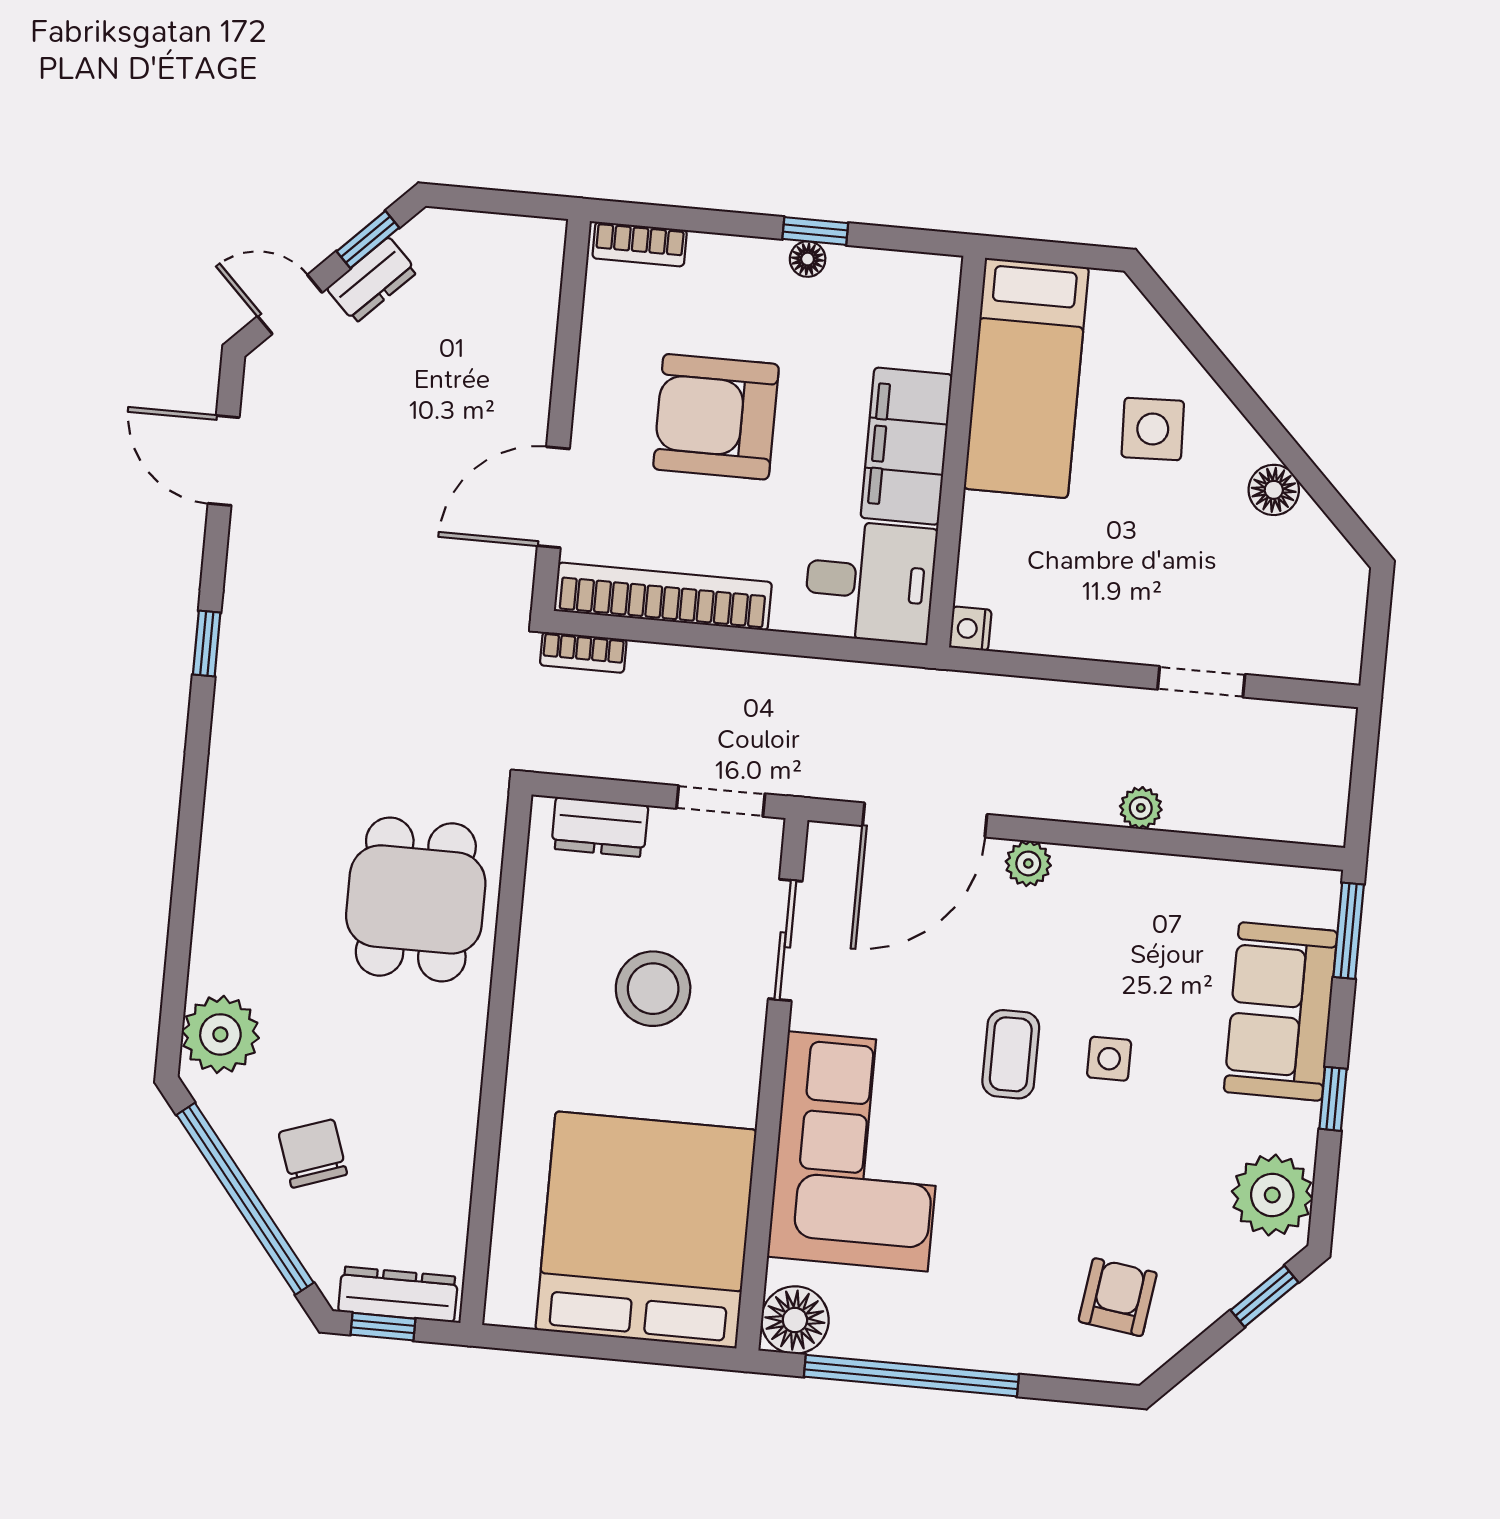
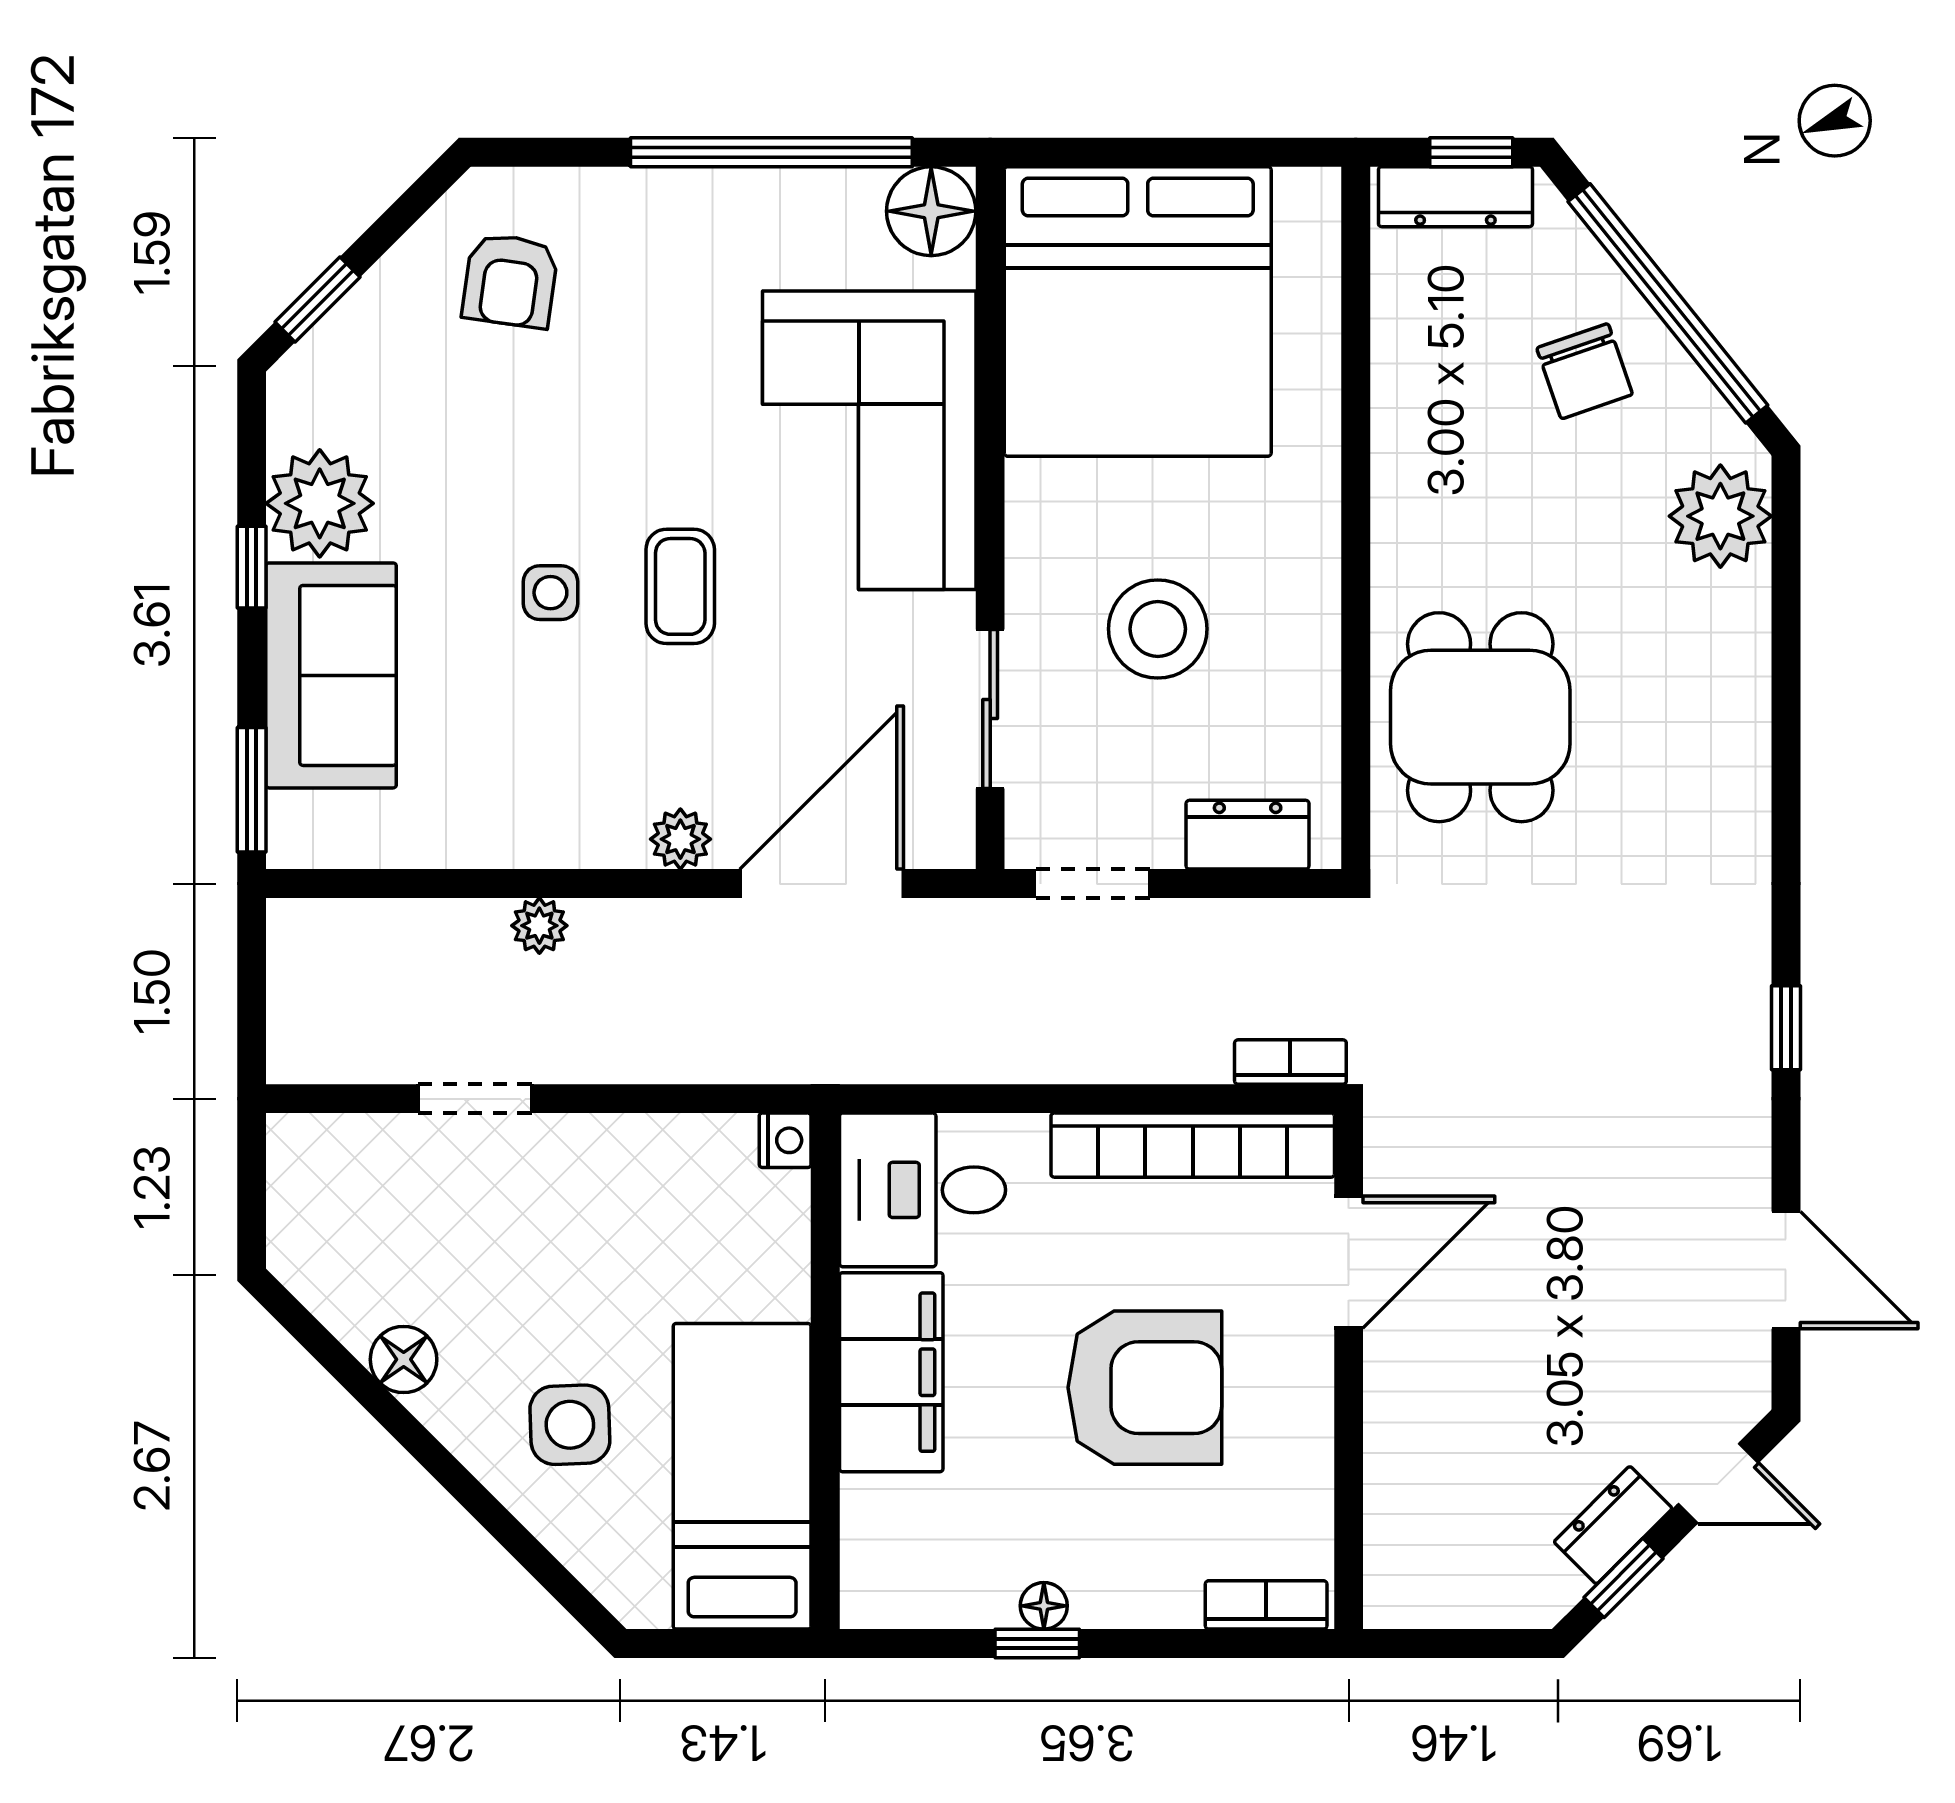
plant: (1272, 1195) -> (320, 503), moved

